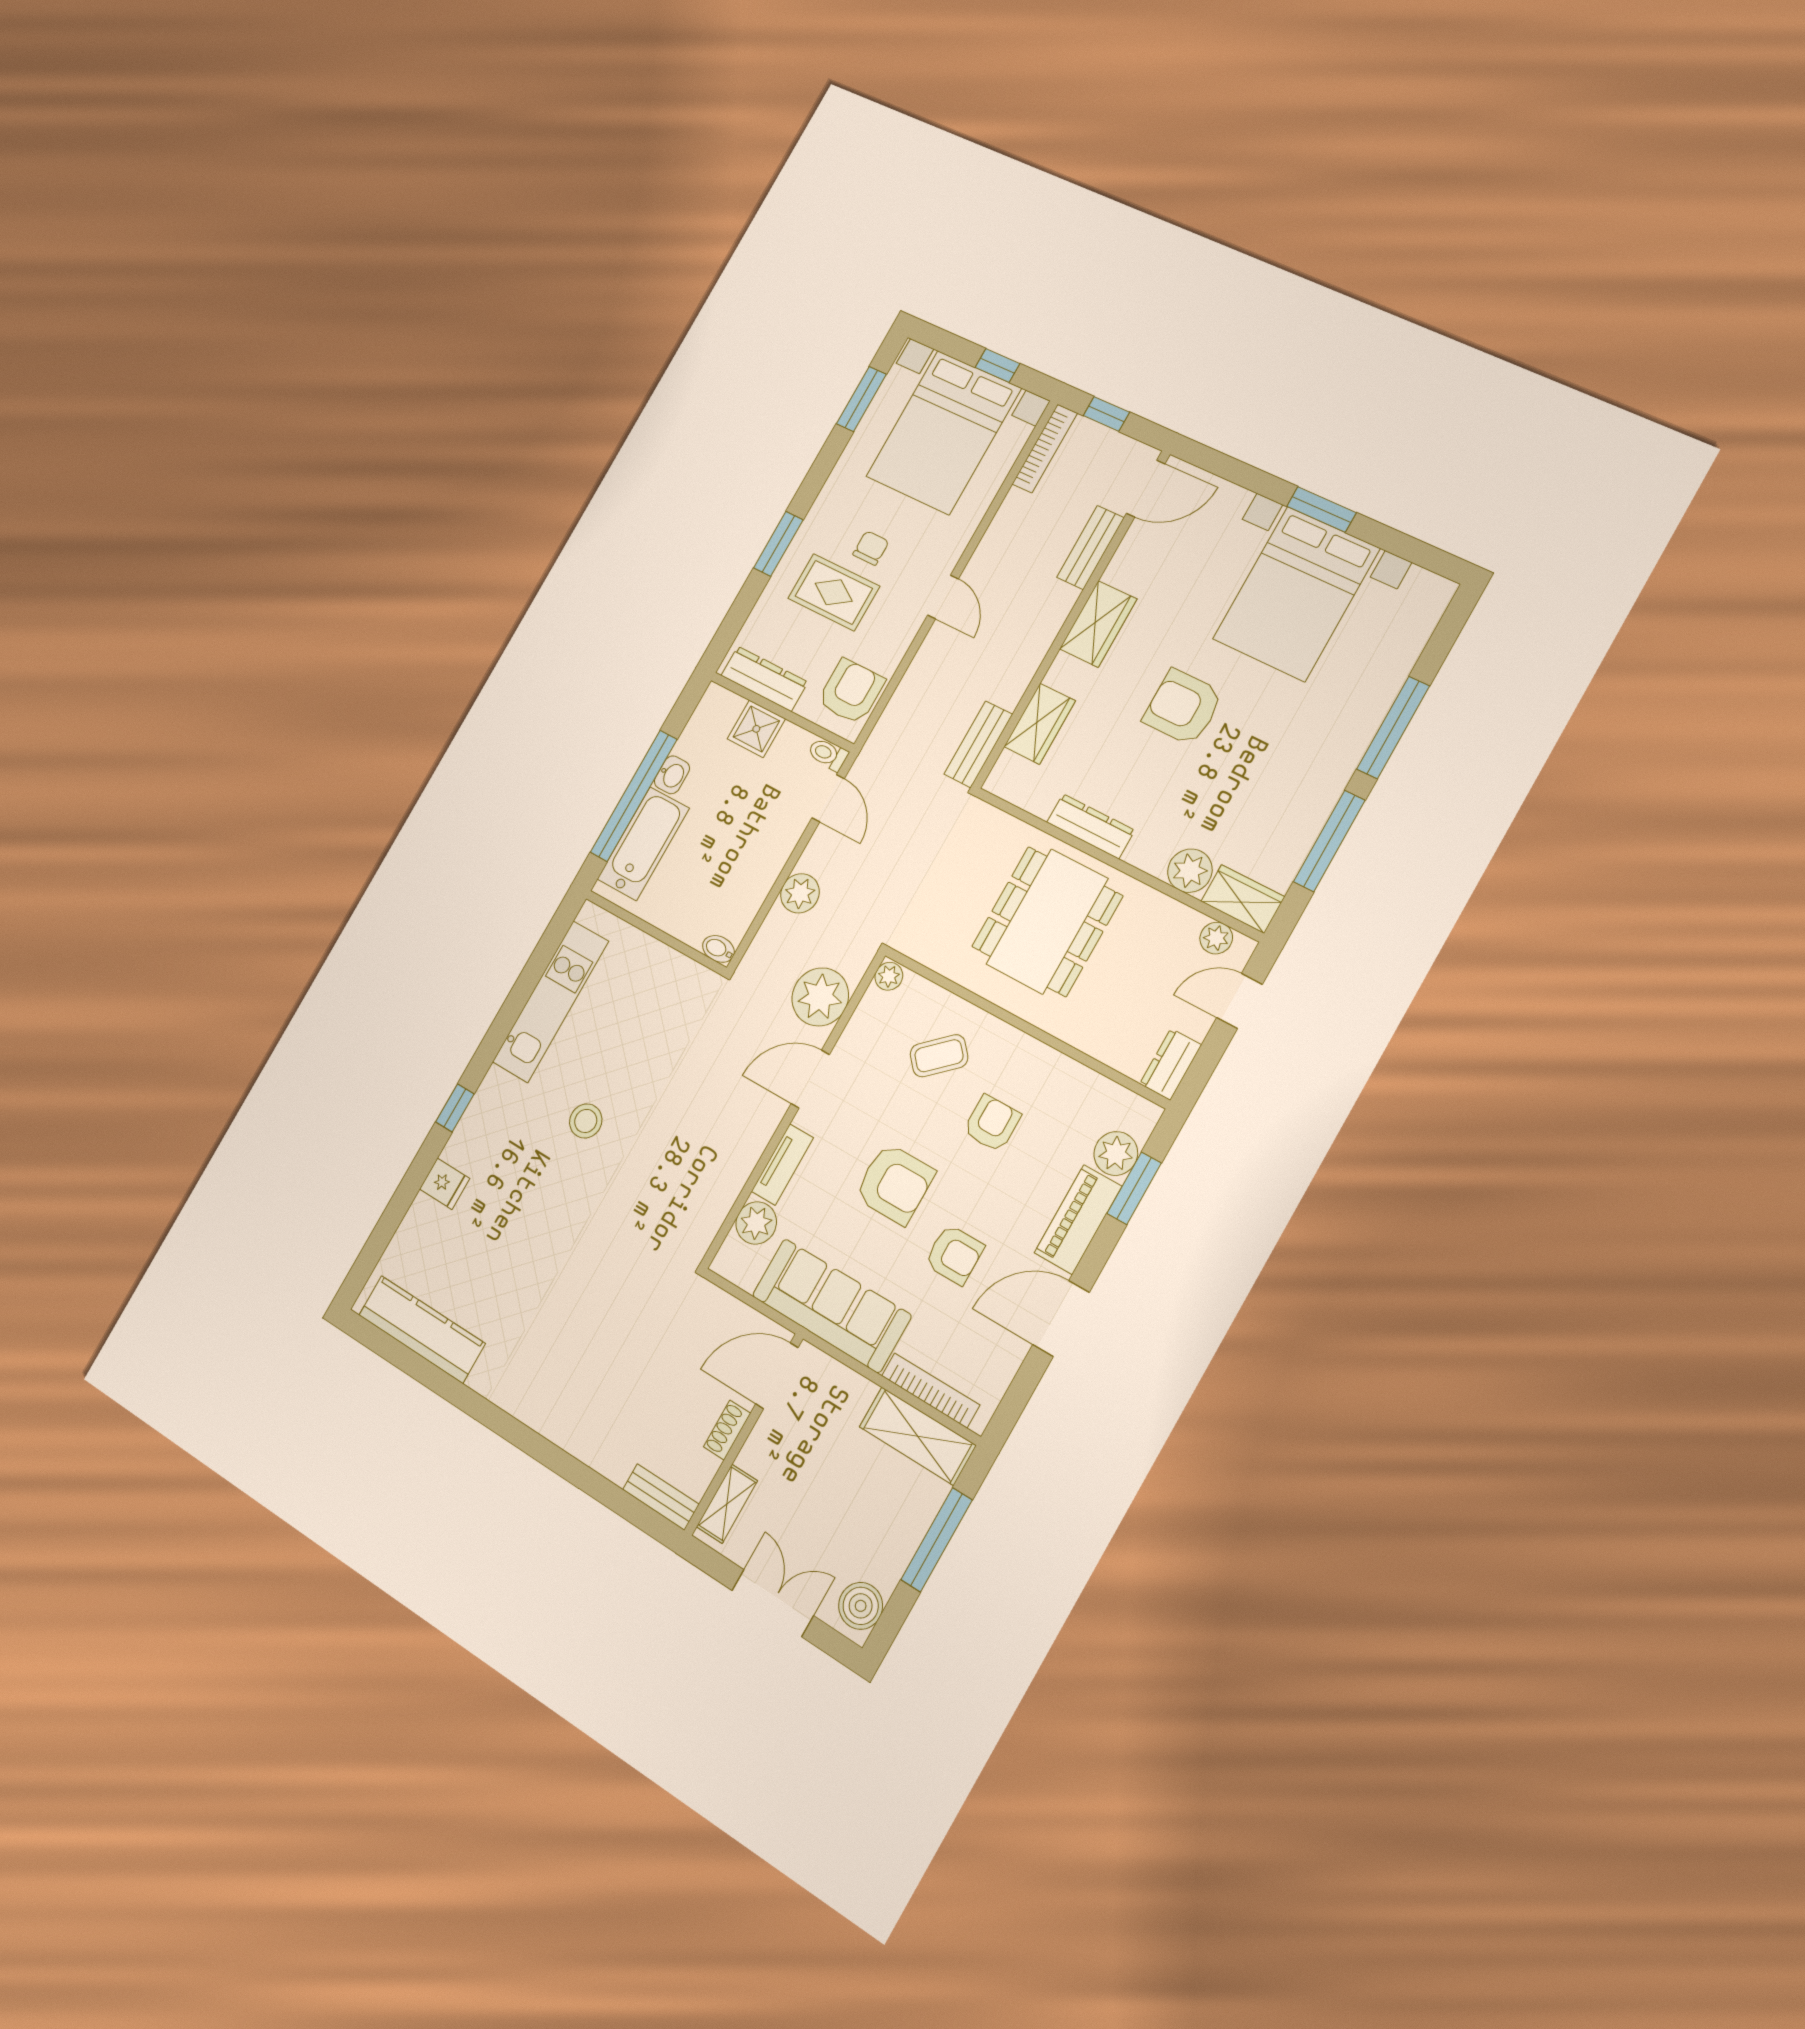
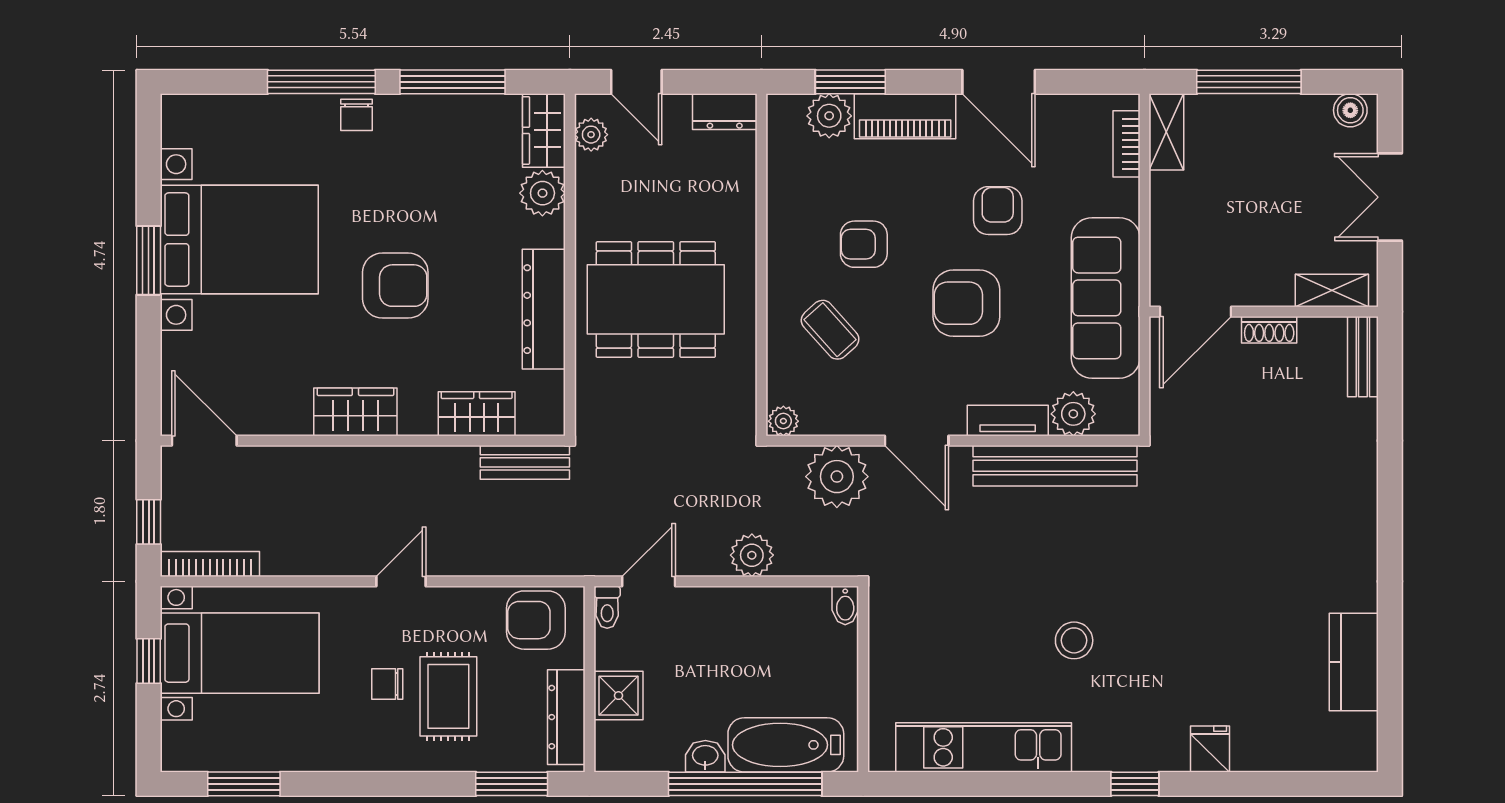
bed with nightstands: (943, 432) -> (240, 653), width x0.73
window: (778, 544) -> (512, 784), moved
bench: (1090, 548) -> (1055, 466), moved, width x1.86, depth x1.21
armchair: (1183, 707) -> (395, 286), turned -90
chair: (1347, 744) -> (356, 115), added
dresser: (1091, 826) -> (544, 309), width x1.37, depth x1.24
armchair: (895, 1184) -> (966, 303), turned -90
kitchen counter: (422, 1329) -> (1354, 662), width x0.67
door: (777, 1376) -> (1196, 312), hinge flipped
bookcase: (931, 1390) -> (1127, 144), width x0.64
shelving: (917, 1436) -> (1166, 132), width x0.67, depth x0.75
boiler: (861, 1606) -> (1350, 110), width x0.73, depth x0.73

